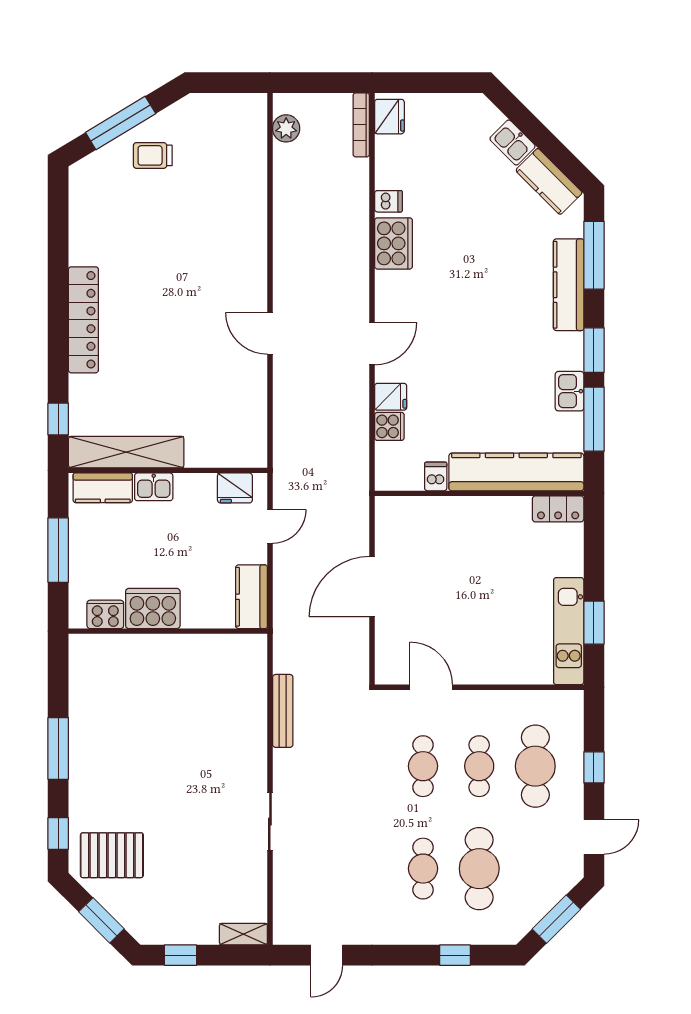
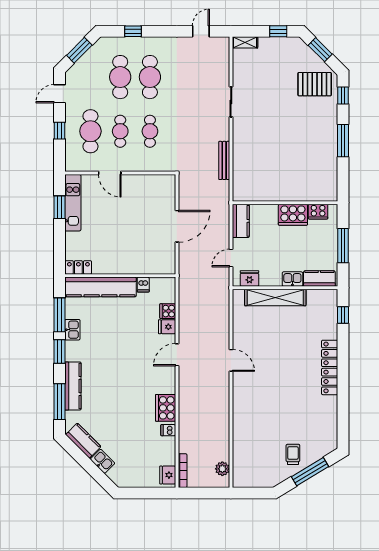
trolley: (153, 155) -> (293, 454), turned -90
shelving: (126, 452) -> (275, 297), moved
door: (431, 687) -> (110, 173), moved
cafe table: (423, 869) -> (150, 77), width x1.37, depth x1.35

